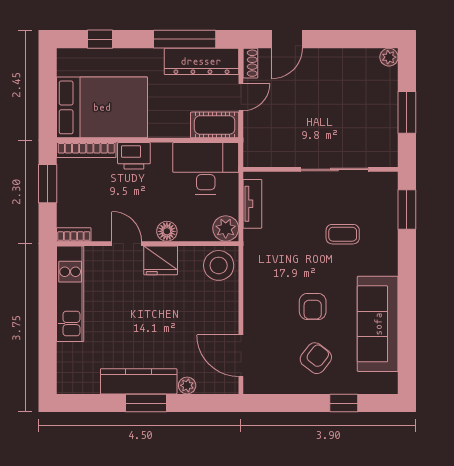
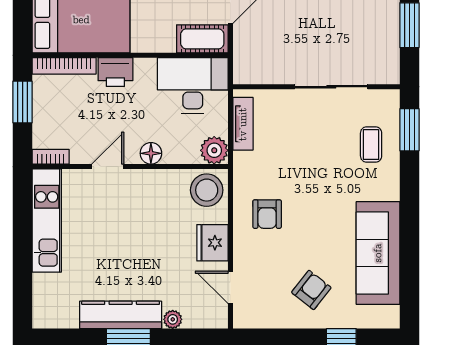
coffee table: (343, 234) -> (371, 145), moved, turned 90
door: (127, 244) -> (108, 167), hinge flipped
fridge: (161, 260) -> (212, 243), moved, turned 90
armchair: (313, 306) -> (267, 214), moved
door: (241, 356) -> (230, 287), width x0.73

